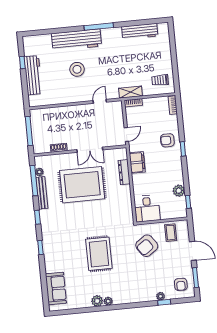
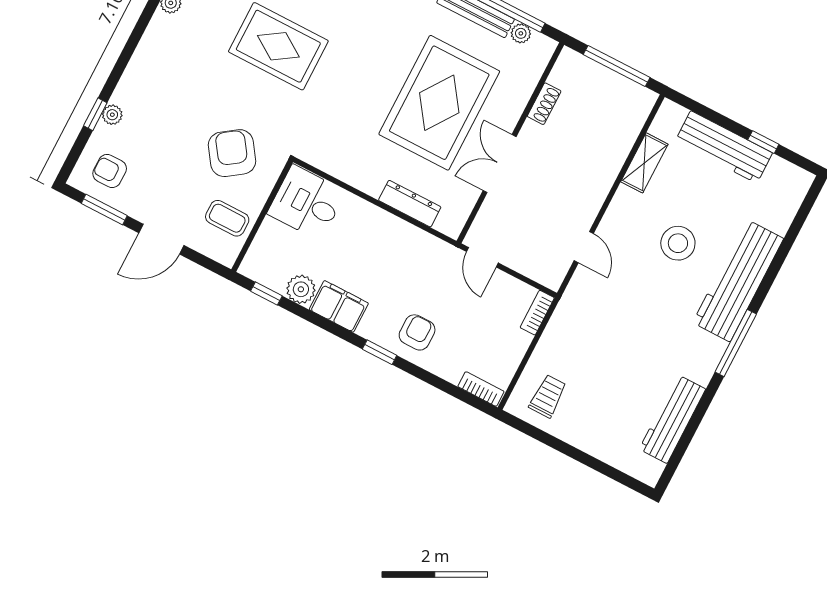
shelving: (131, 92) -> (644, 163), moved
filing cabinet: (137, 162) -> (339, 306), moved, turned 180

